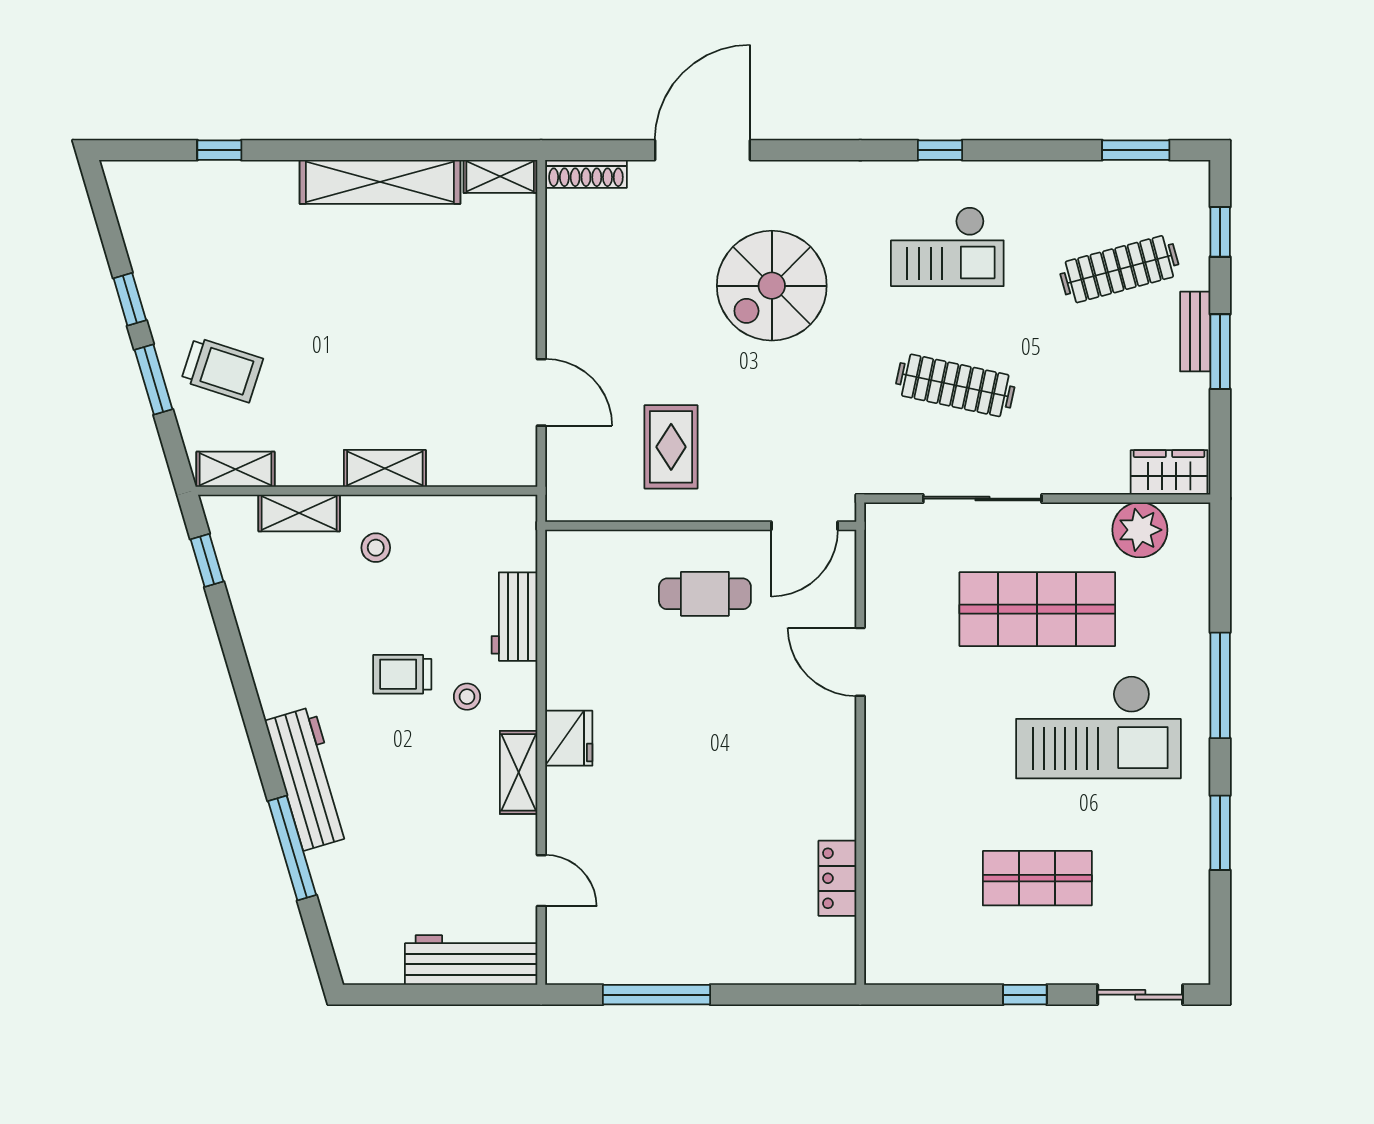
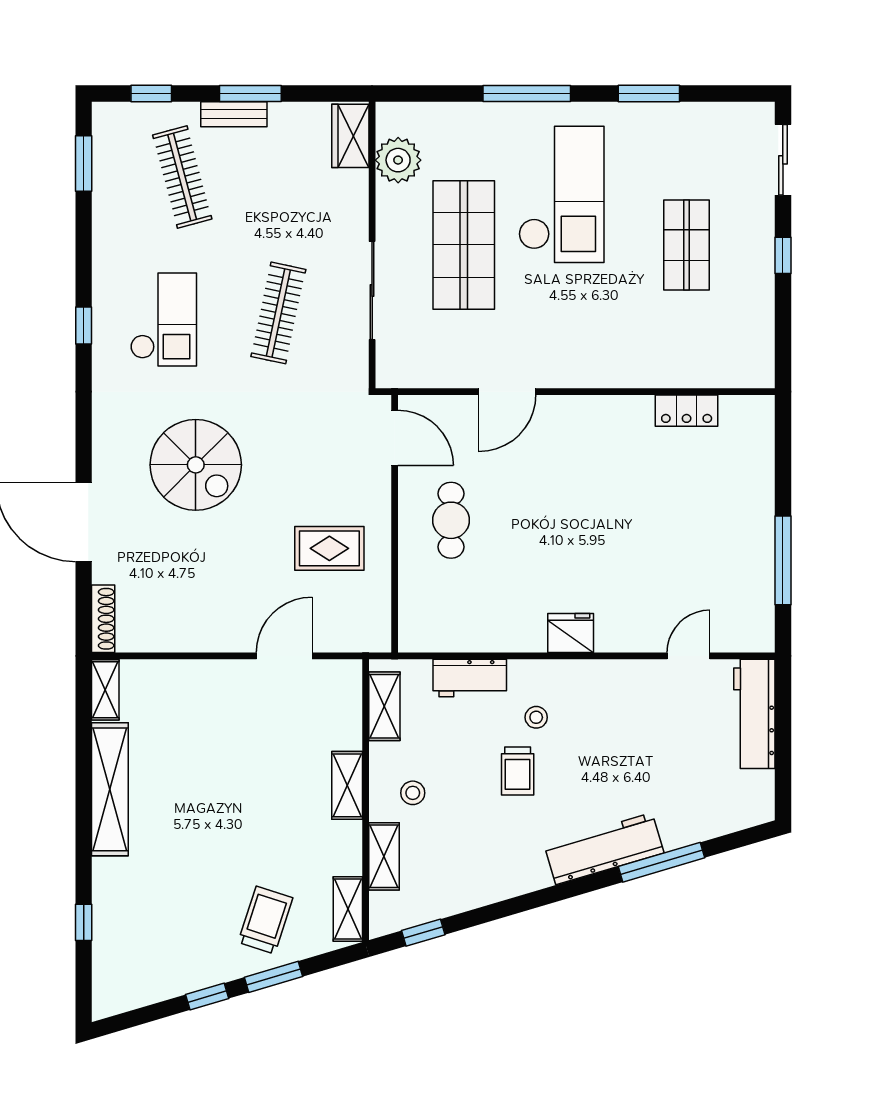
shelving: (519, 772) -> (384, 706), moved, turned 90

